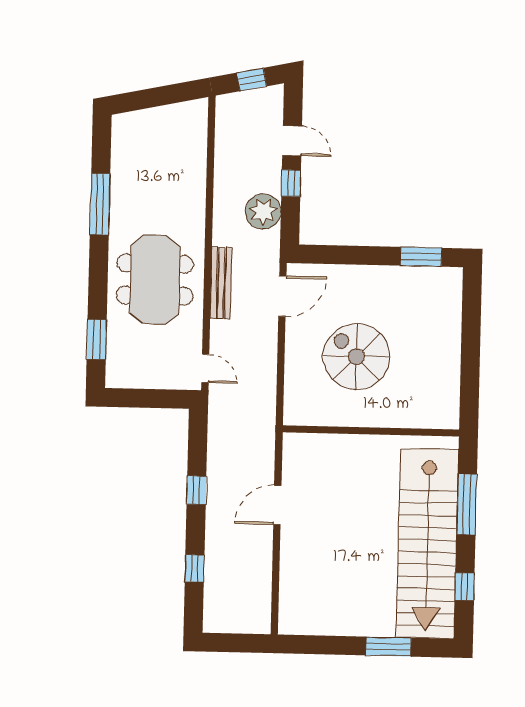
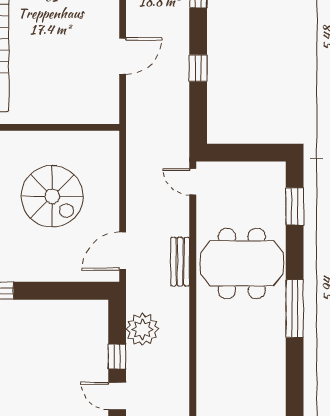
window: (100, 204) -> (295, 309), moved
meeting table: (155, 280) -> (242, 263), turned 90
bench: (221, 283) -> (180, 262), width x0.73

